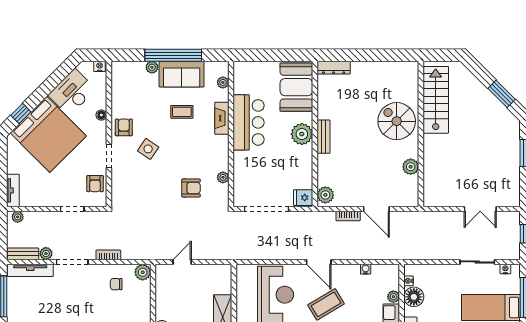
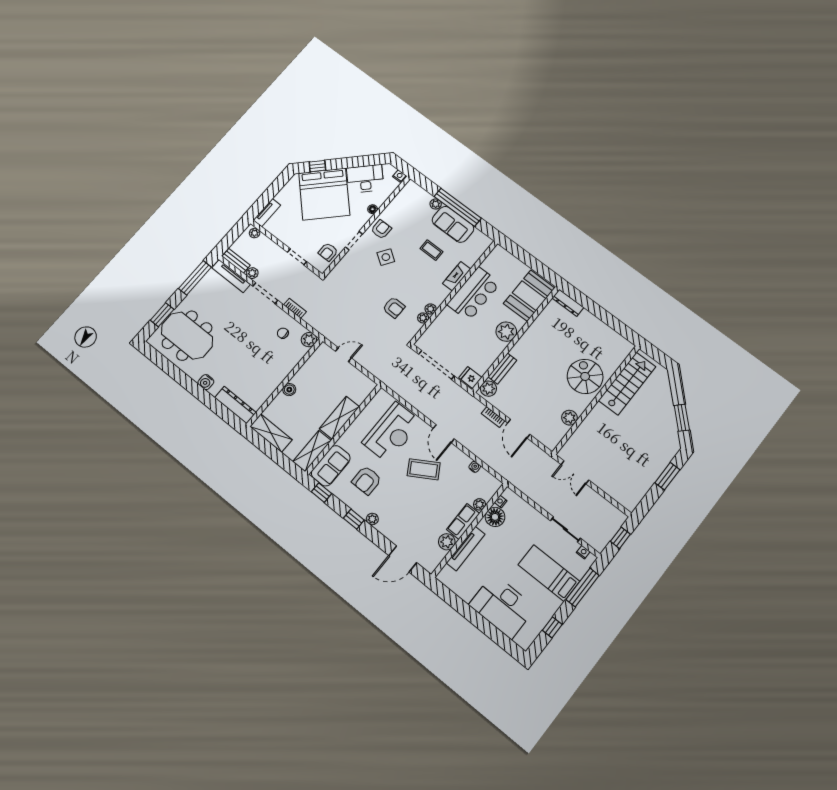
plant: (223, 82) -> (431, 309), moved
bench: (323, 137) -> (502, 369), moved
double door: (480, 209) -> (575, 472), moved

